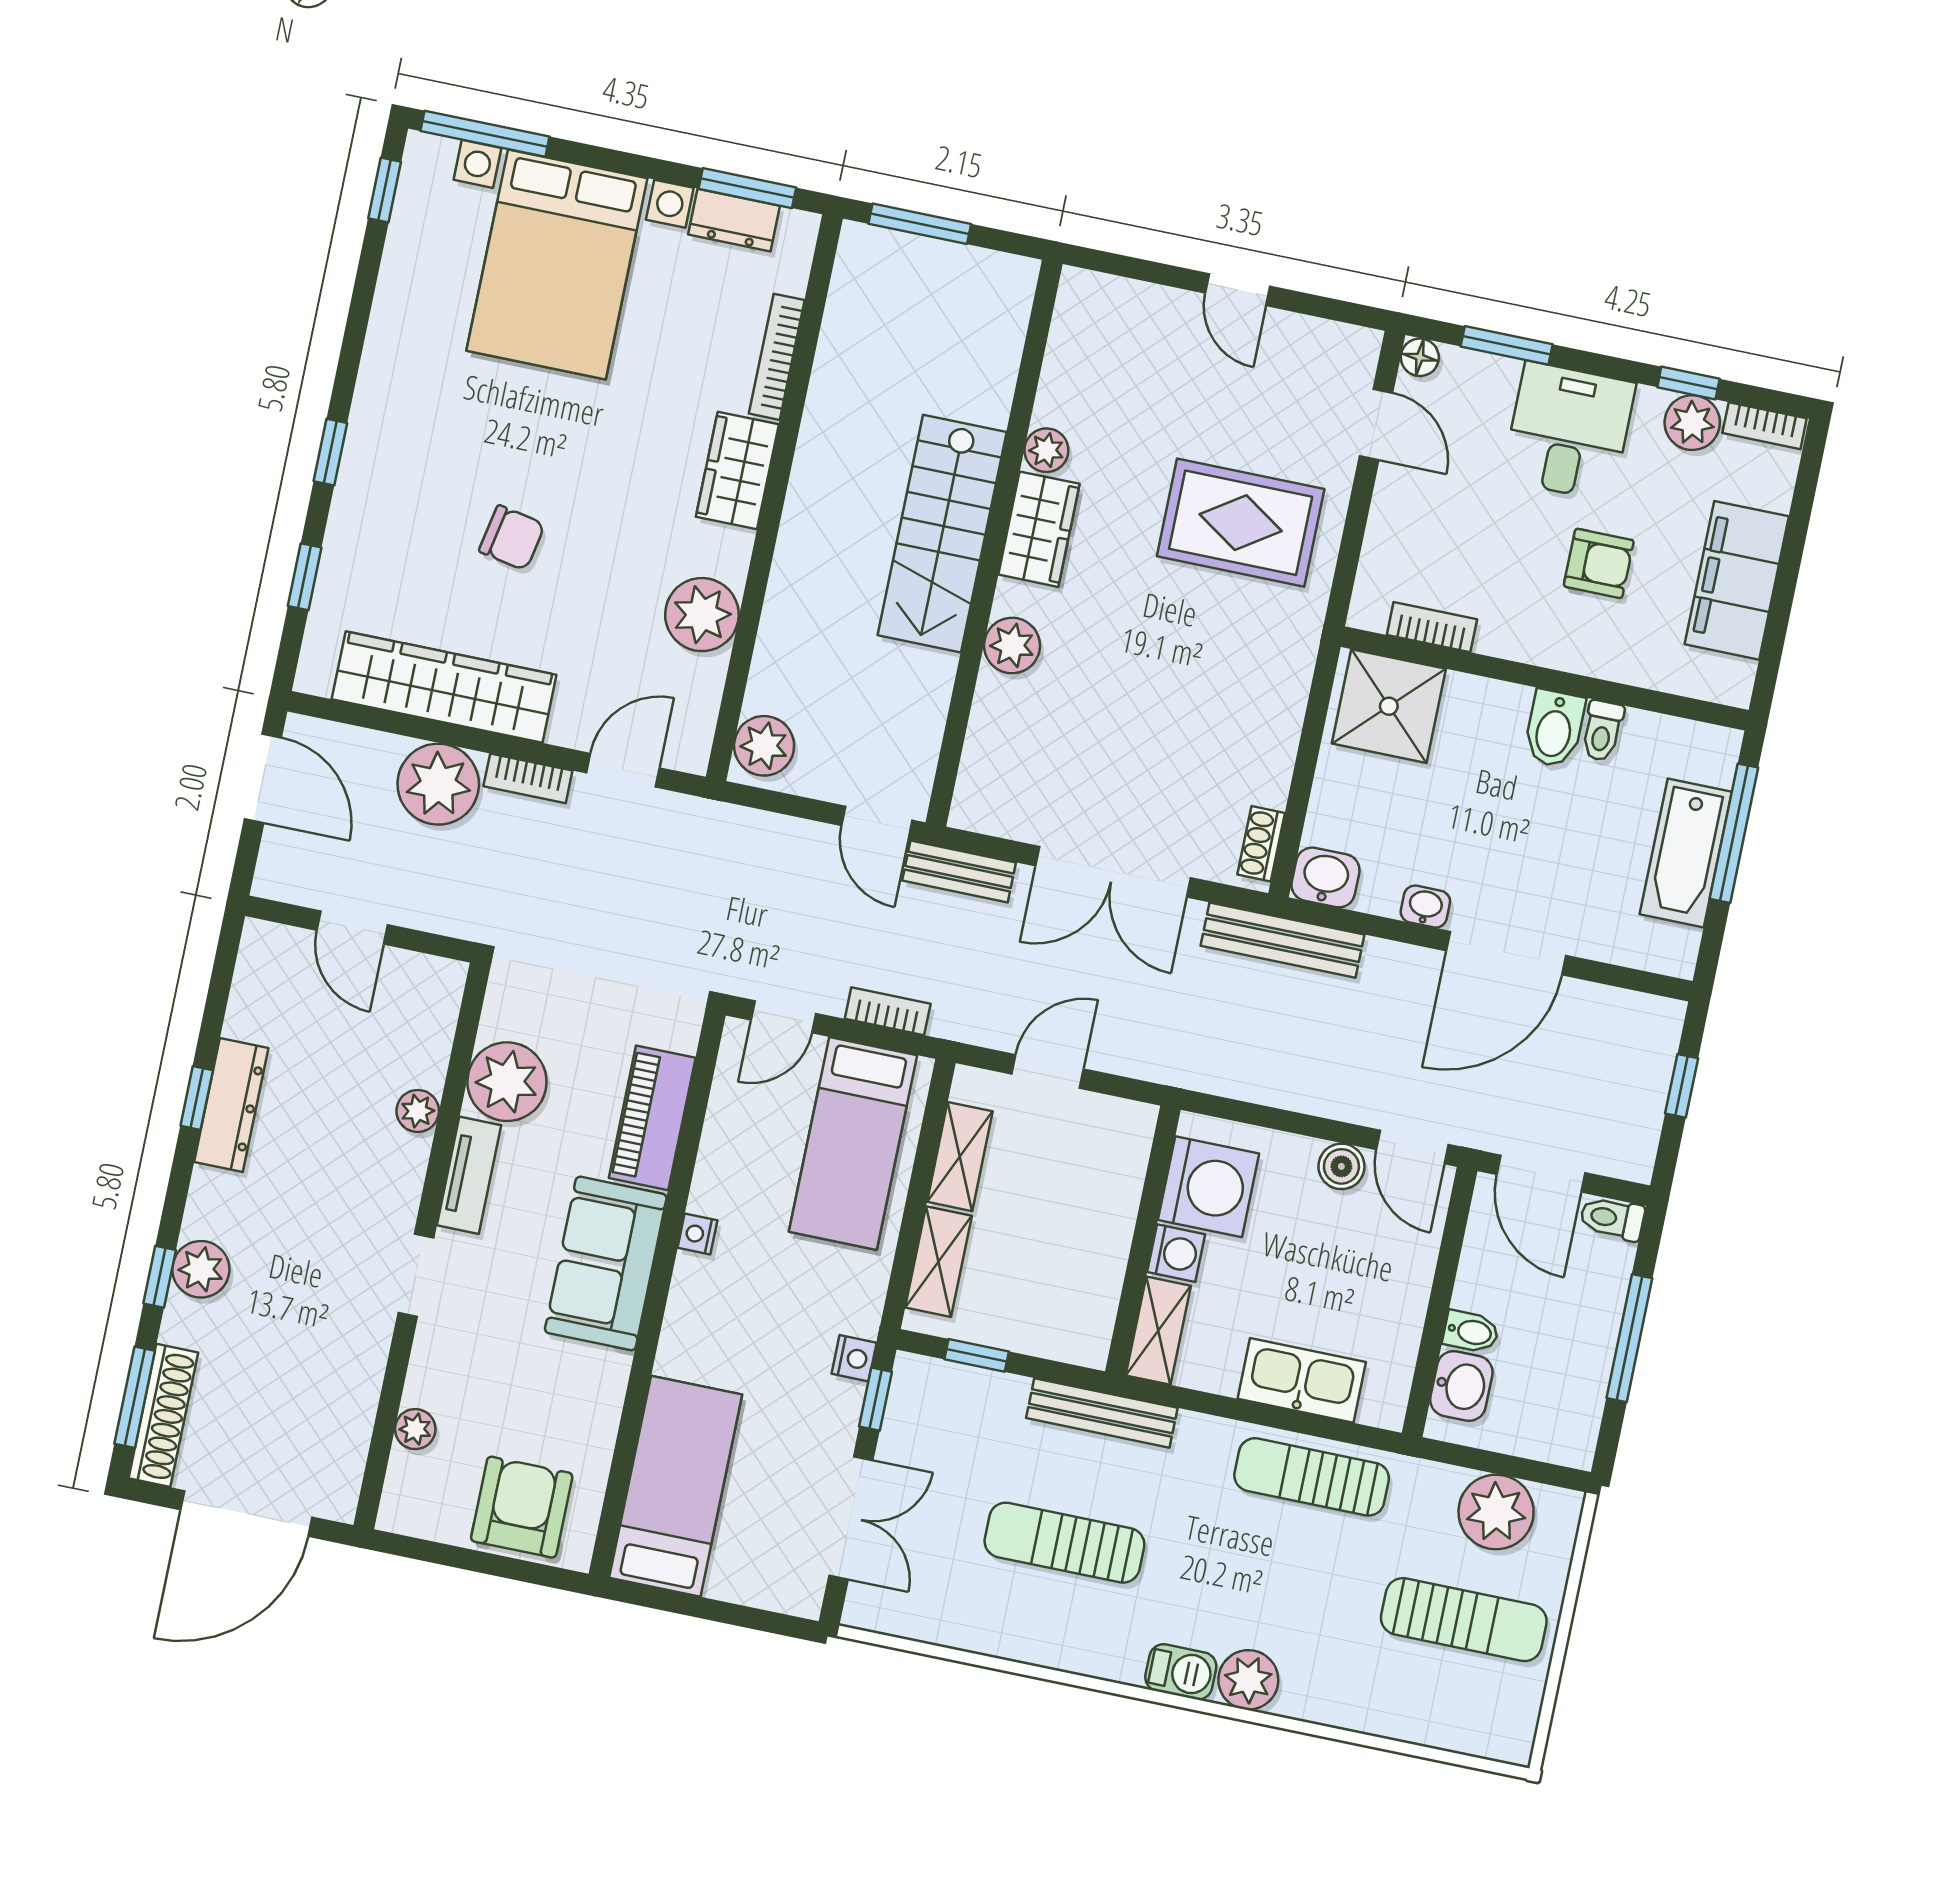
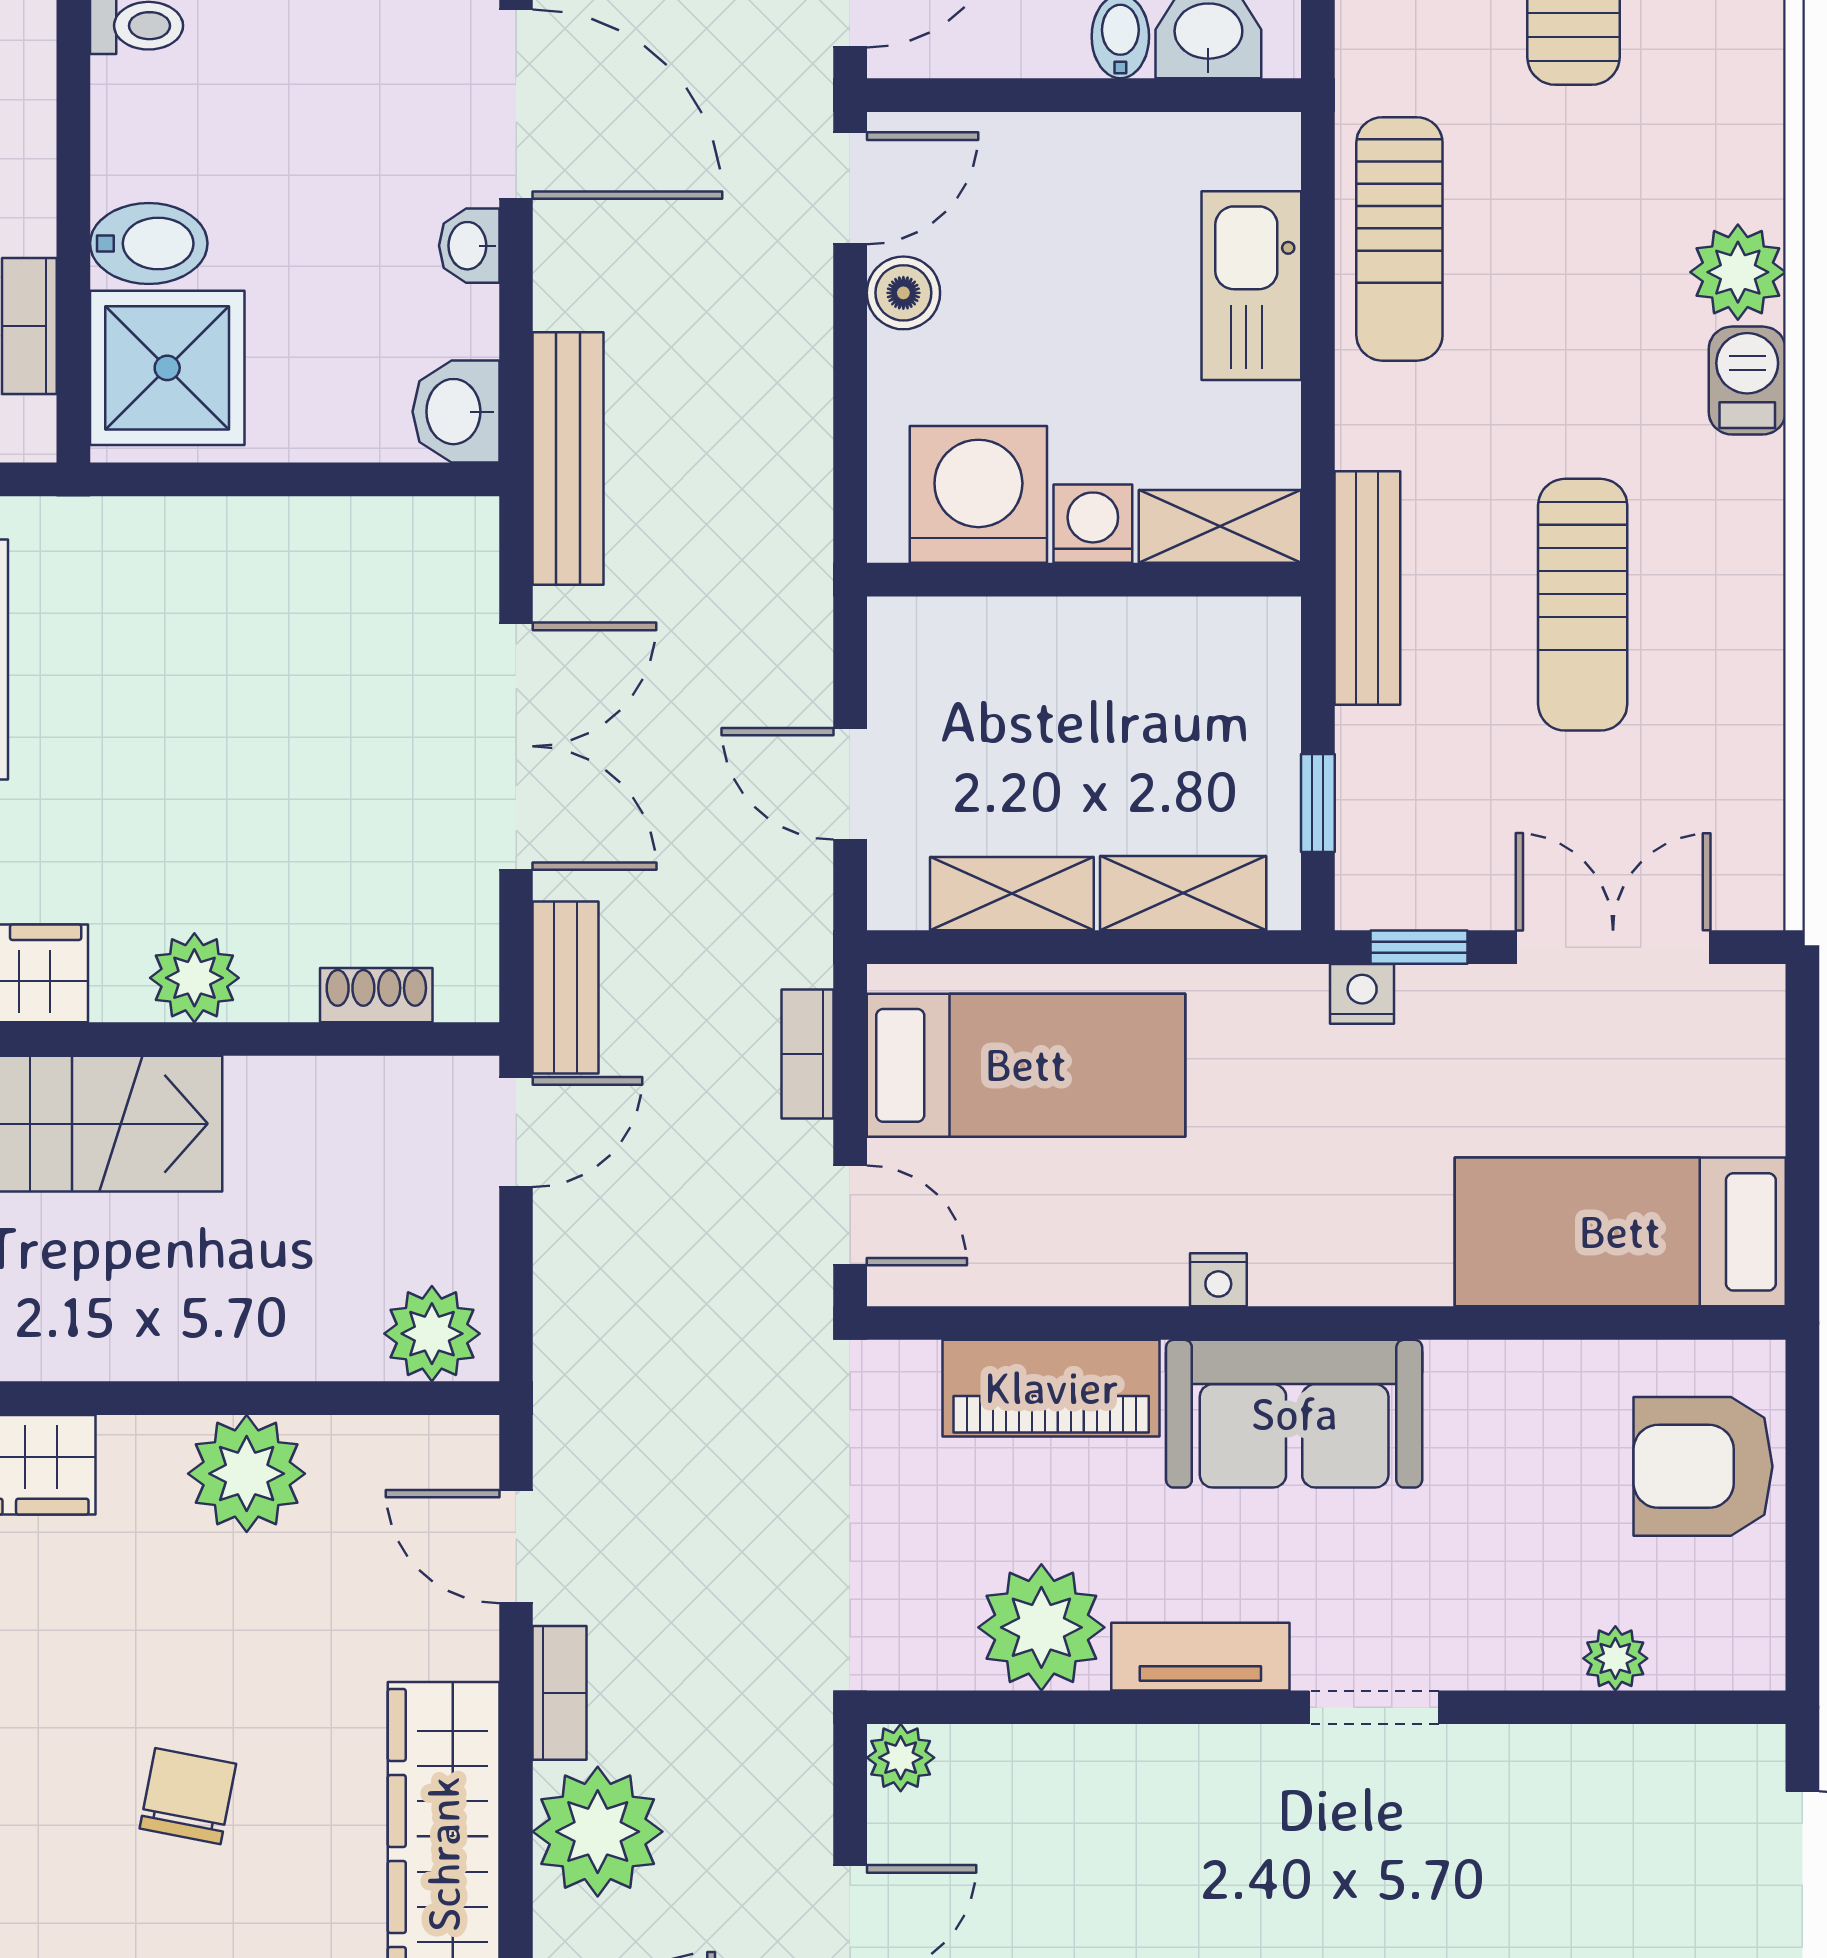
bidet: (1554, 729) -> (149, 243), moved
shoe rack: (1261, 844) -> (376, 995), moved, turned 180
plant: (418, 1111) -> (901, 1758), moved

